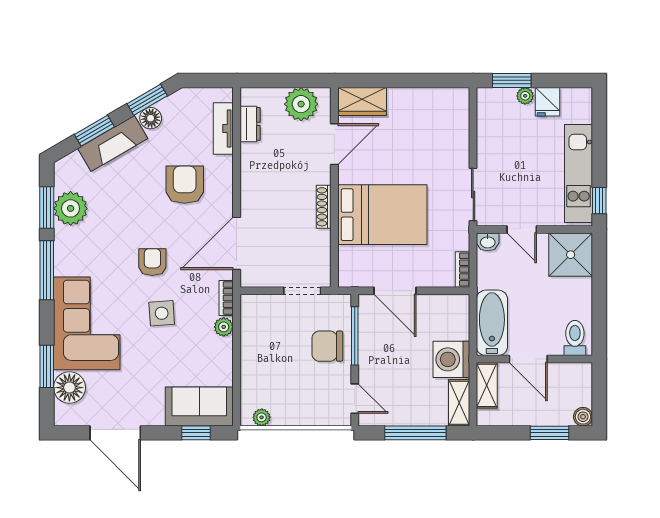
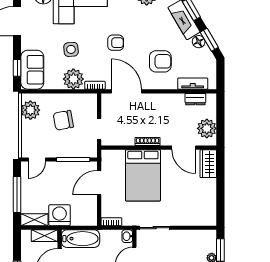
side table: (162, 313) -> (71, 49), moved
plant: (224, 327) -> (73, 79), width x1.88, depth x1.88
chair: (327, 346) -> (63, 120), moved, turned -100
plant: (262, 417) -> (30, 110), width x1.88, depth x1.88

